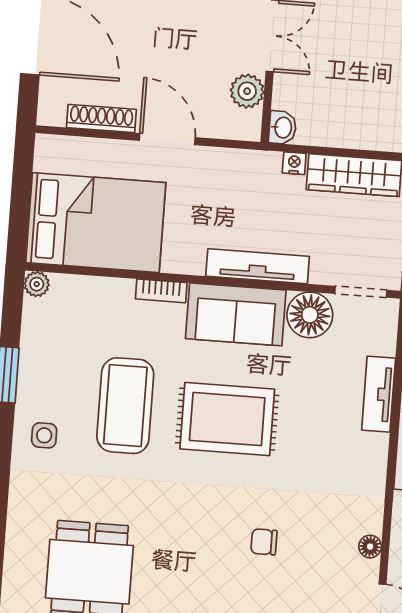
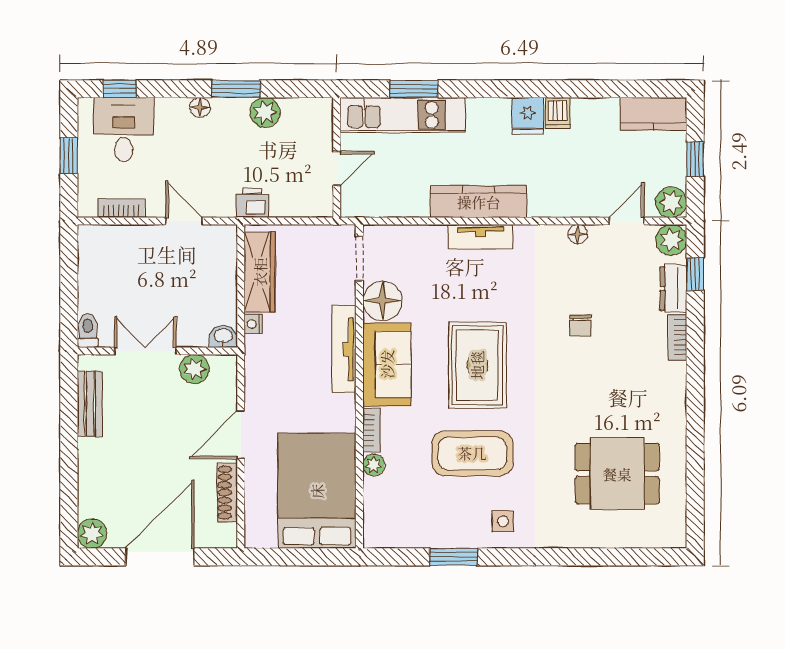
plant: (37, 284) -> (374, 465), moved
tv unit: (379, 394) -> (480, 237), moved

